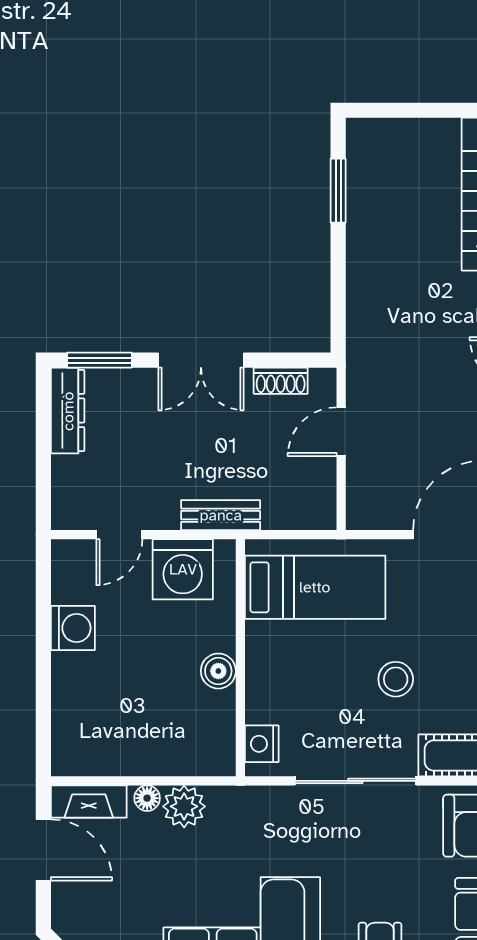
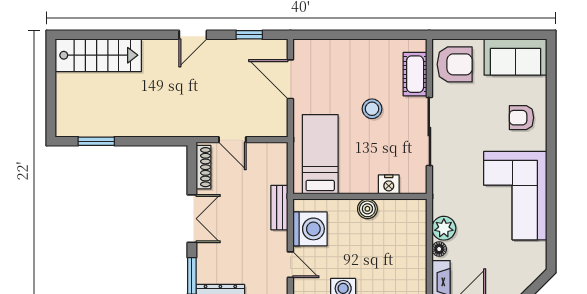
shoe rack: (281, 381) -> (204, 167), width x1.43
nightstand: (262, 744) -> (389, 184), moved

